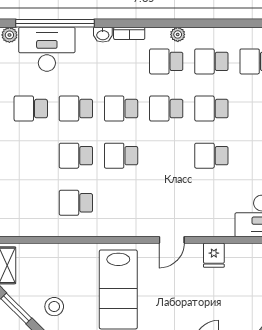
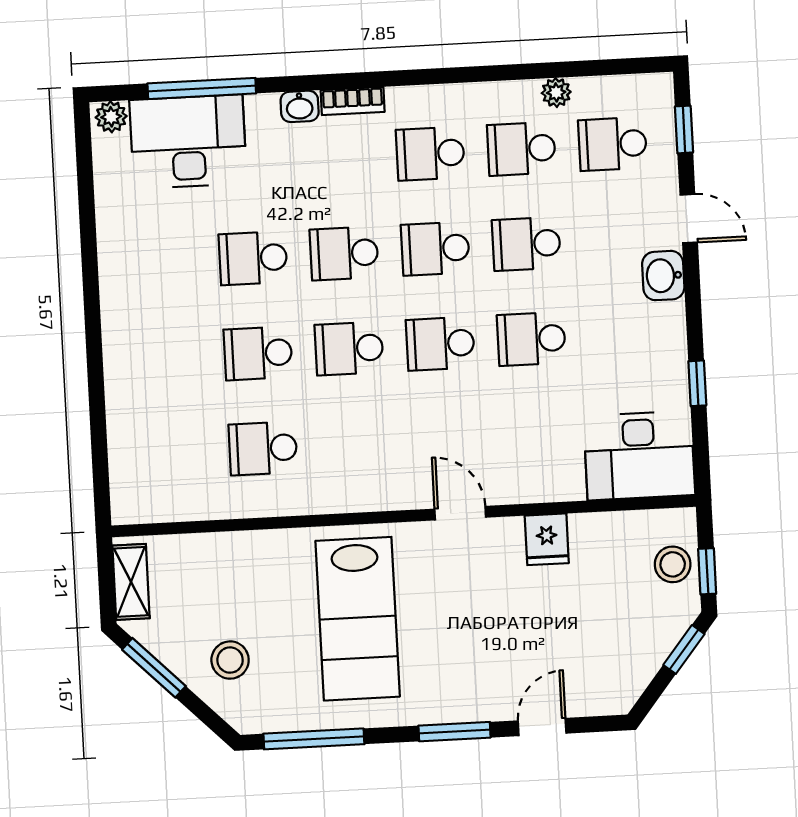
window: (55, 23) -> (202, 88), width x0.68
plant: (178, 34) -> (556, 92), moved
school desk: (31, 109) -> (440, 344), moved
door: (172, 240) -> (460, 513), swing flipped

